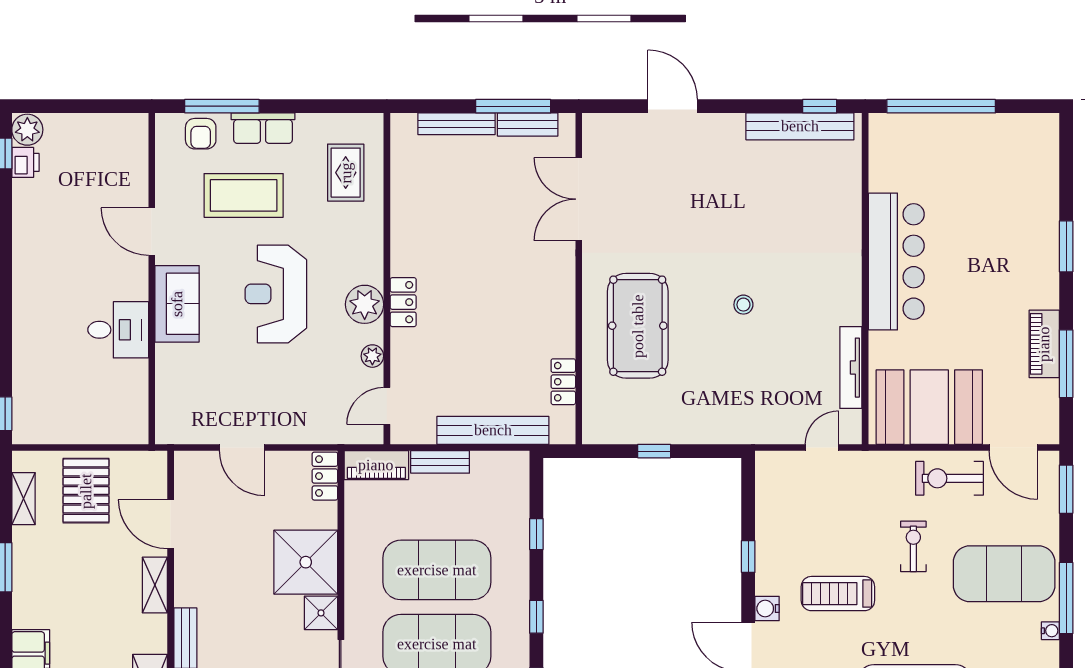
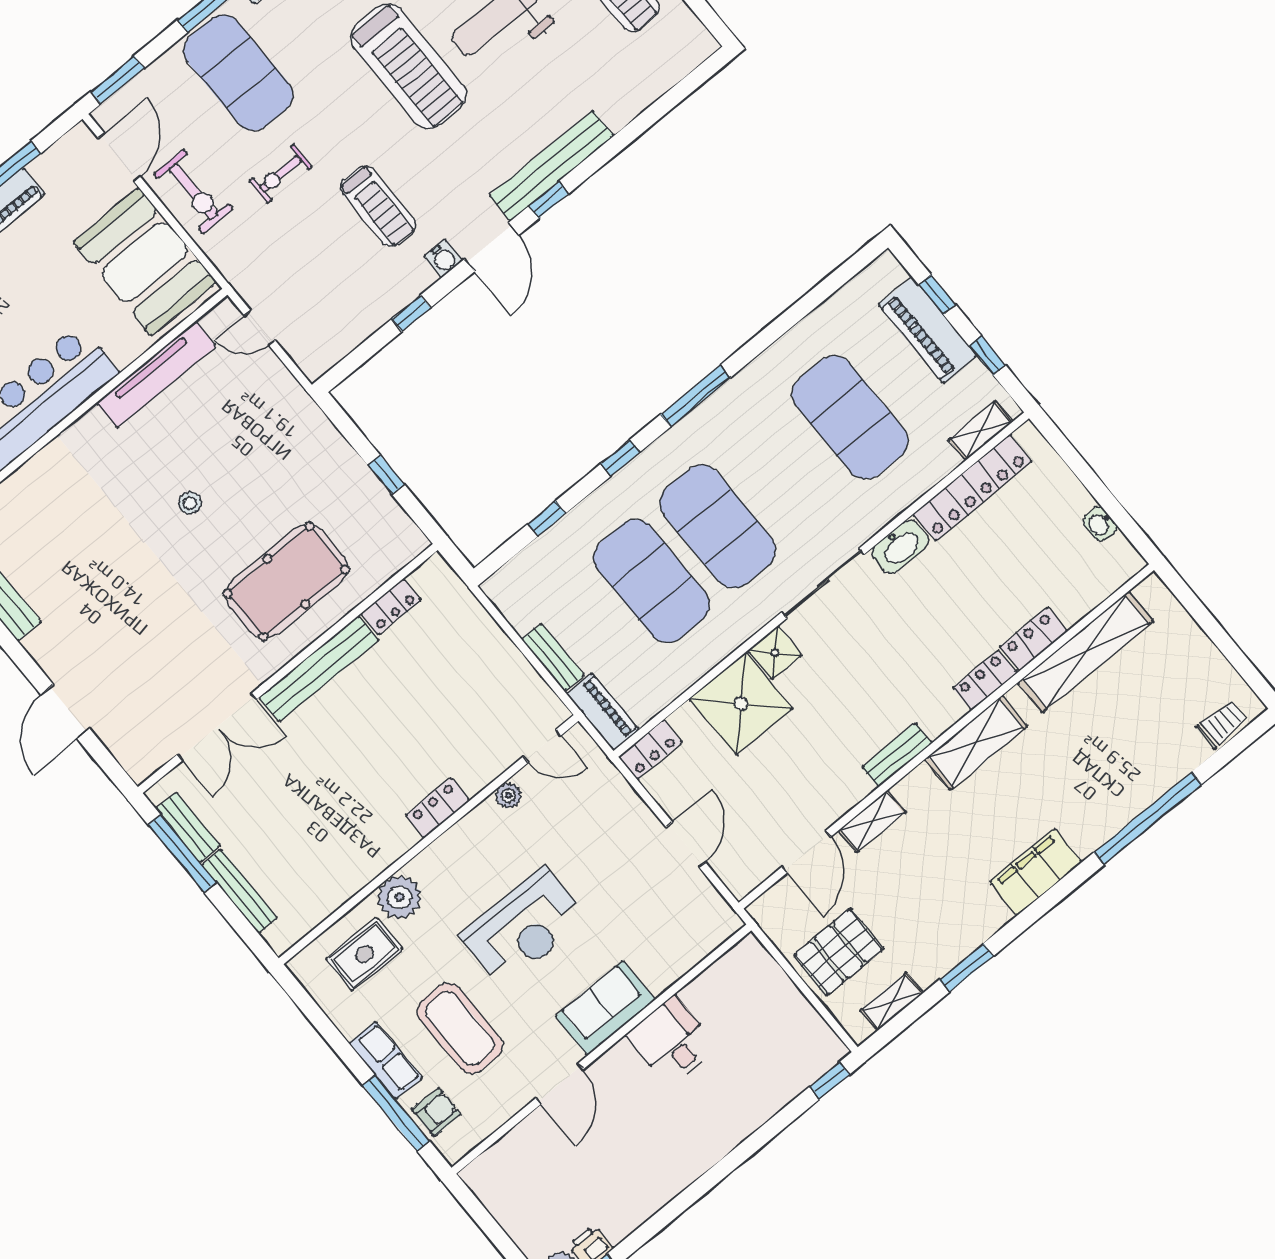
plant: (365, 304) -> (399, 897), moved
tv unit: (851, 368) -> (156, 374), width x1.36, depth x1.29
bench: (493, 430) -> (319, 669), moved, turned 90

